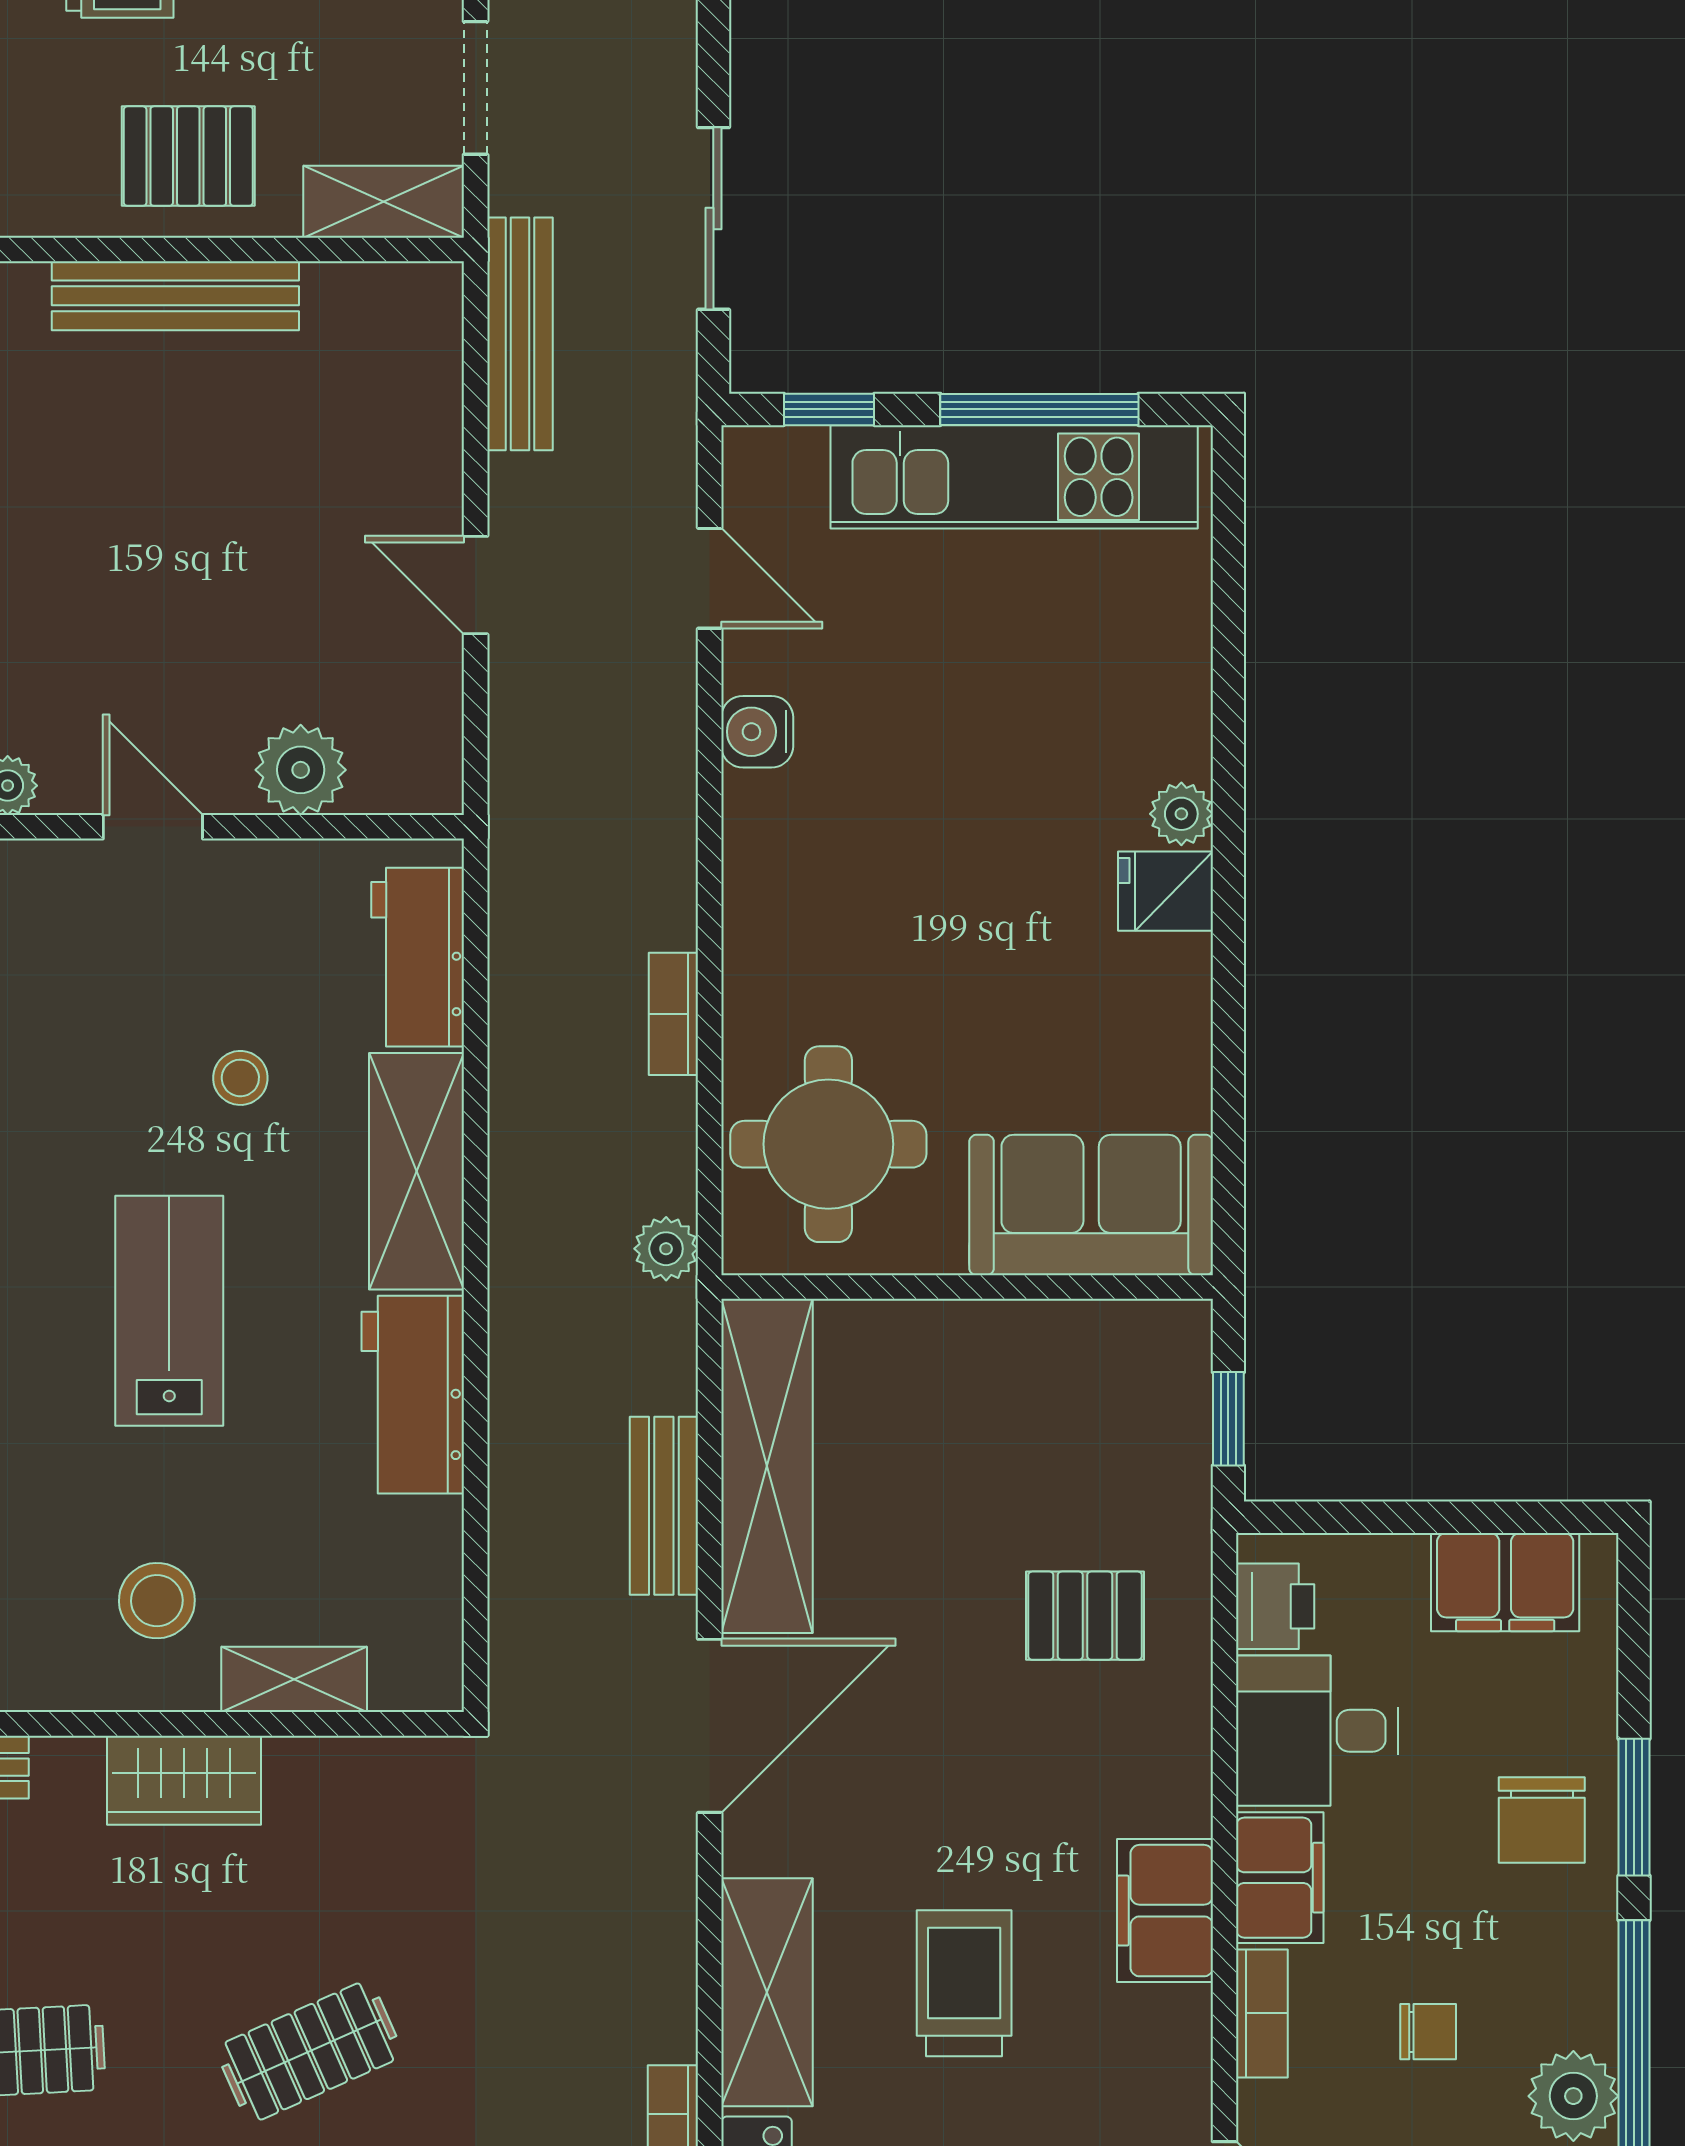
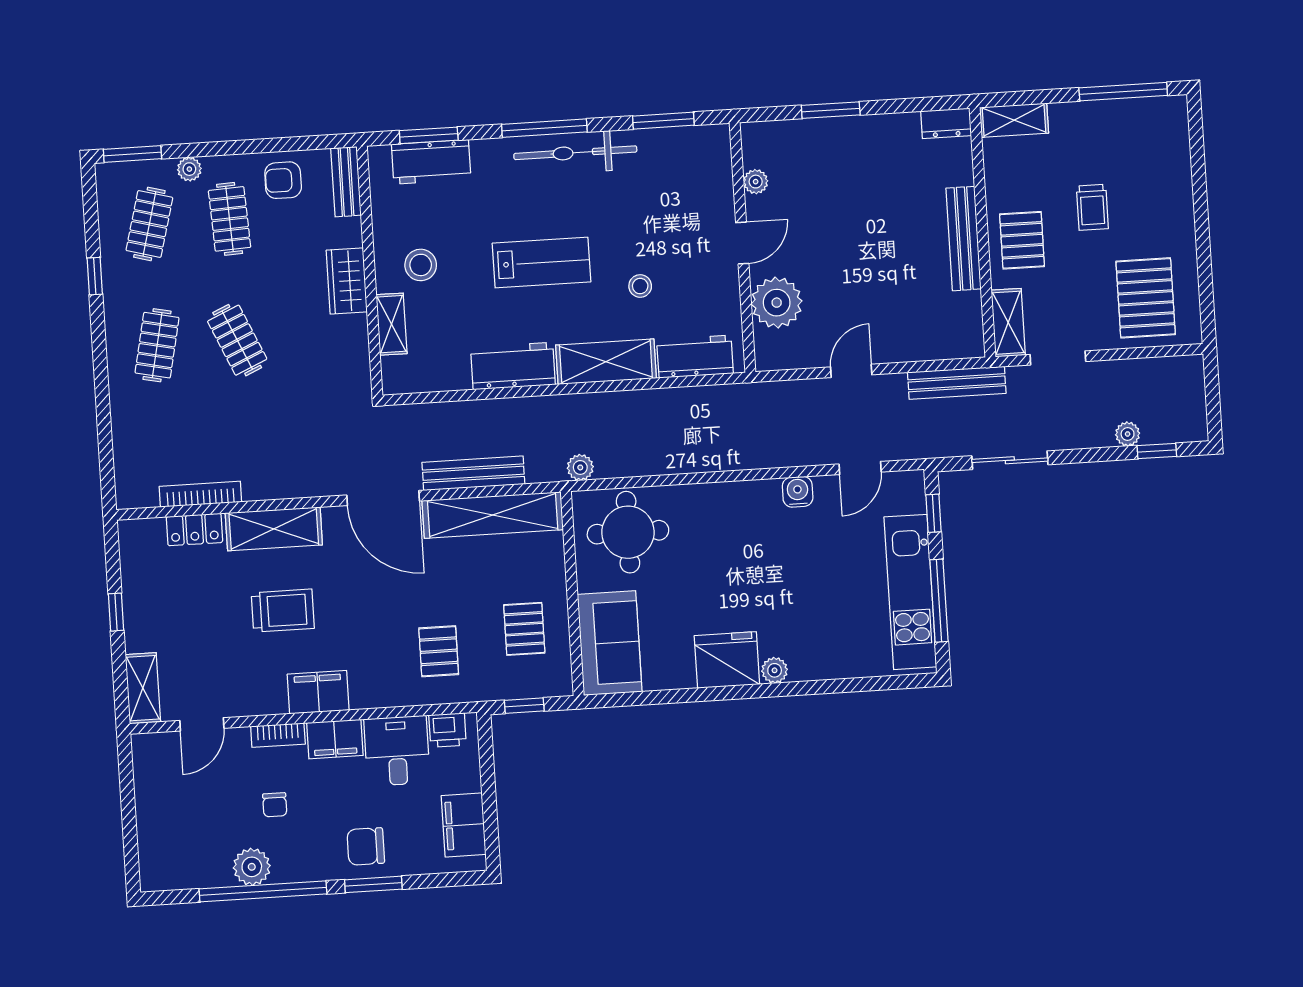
plant: (301, 770) -> (777, 303), width x1.36, depth x1.36
fridge: (1165, 891) -> (727, 660), width x1.88, depth x1.34
bookcase: (673, 1014) -> (678, 464), removed
pallet: (1044, 1407) -> (524, 629), added
bench: (664, 1506) -> (473, 473), width x1.36

